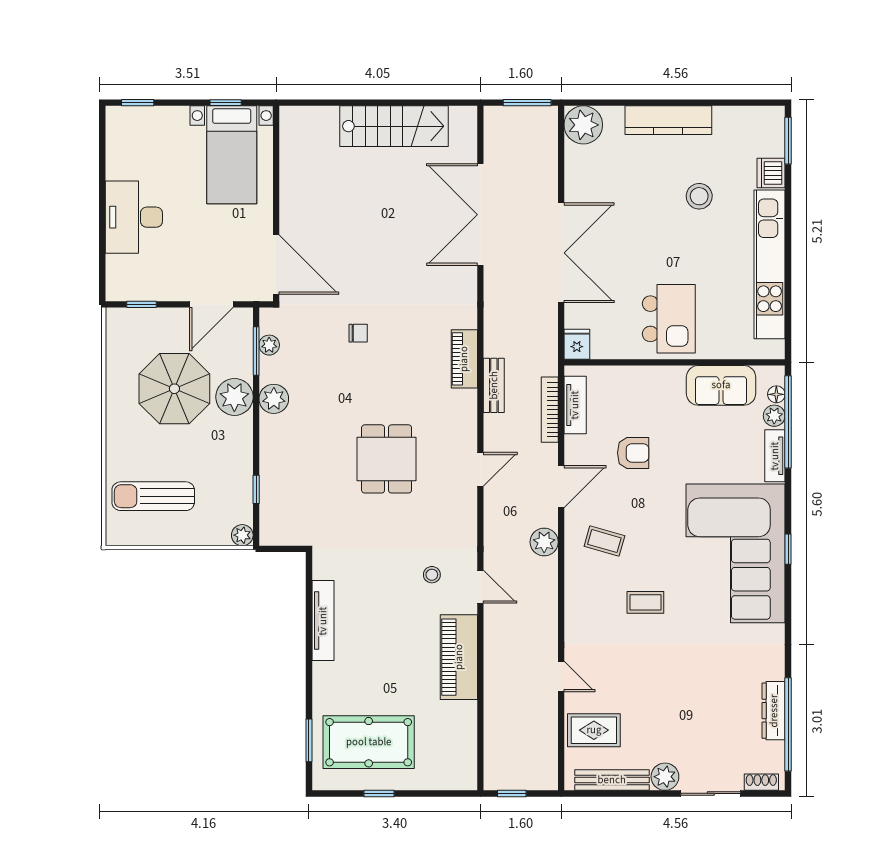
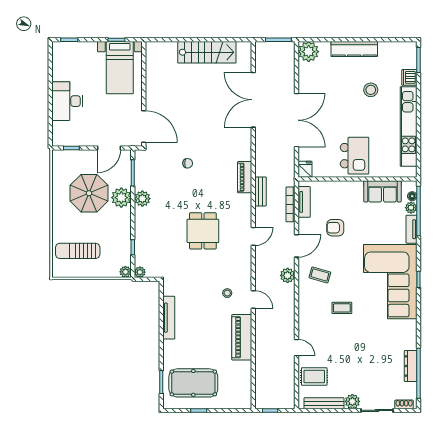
plant: (269, 345) -> (140, 272), moved
armchair: (633, 453) -> (335, 228), turned 180

